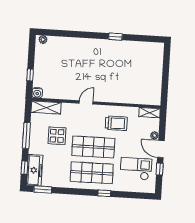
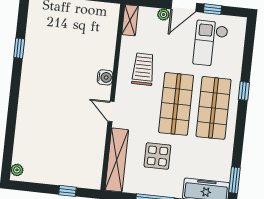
window: (115, 37) -> (19, 48), moved
water cooler: (37, 93) -> (105, 77), moved
shelving: (46, 108) -> (117, 160), width x1.47

